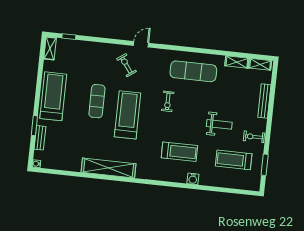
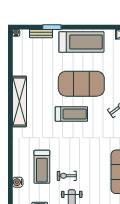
exercise mat: (97, 101) -> (81, 84), width x2.00, depth x1.45
exercise bike: (168, 101) -> (67, 176), moved
treadmill: (128, 115) -> (71, 114), width x0.73, depth x0.73

